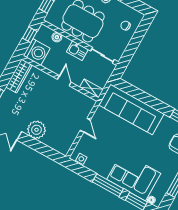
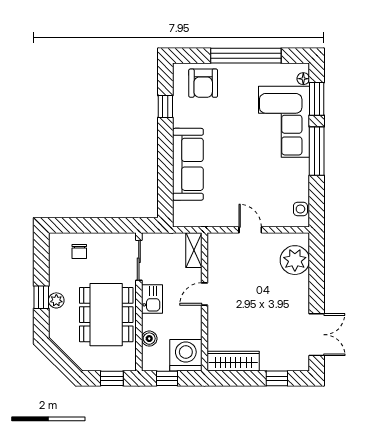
sofa: (132, 110) -> (188, 164), width x0.74, depth x0.79
door: (85, 125) -> (250, 230), hinge flipped
plant: (37, 130) -> (295, 260), moved

